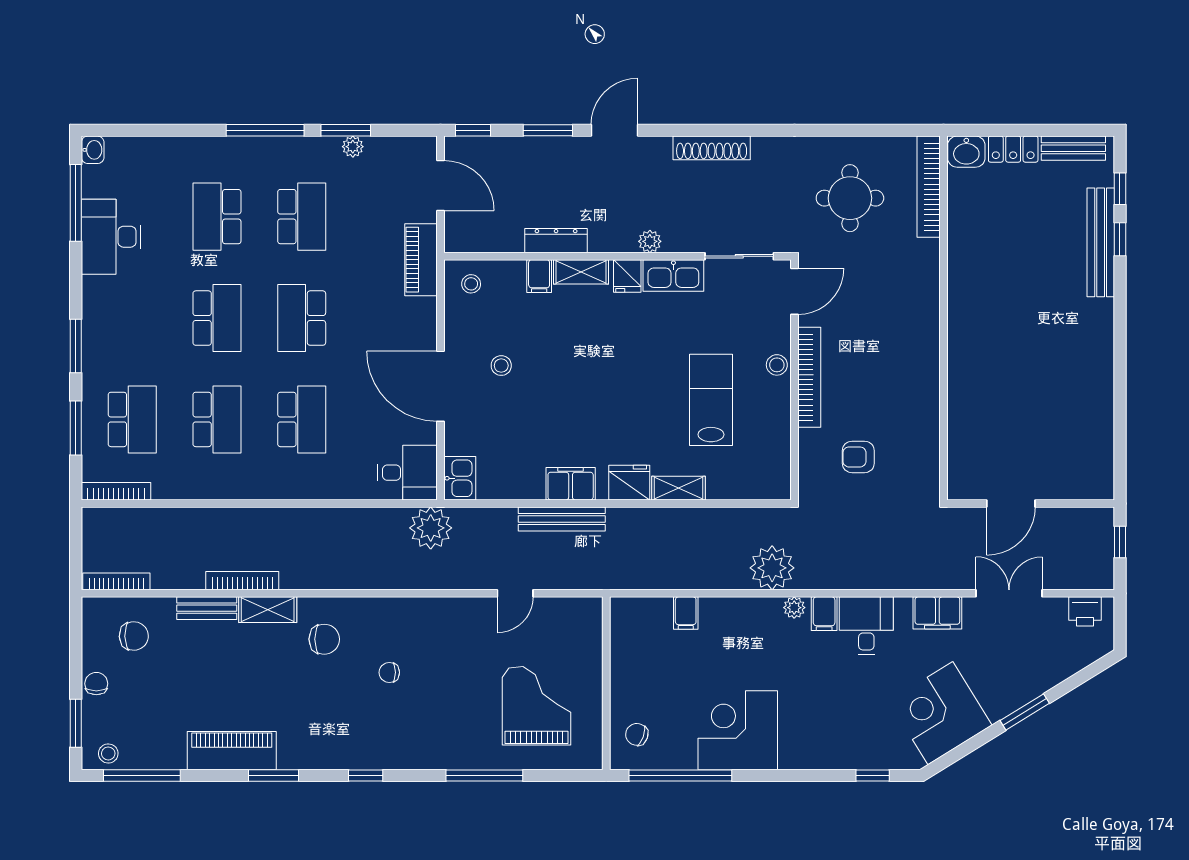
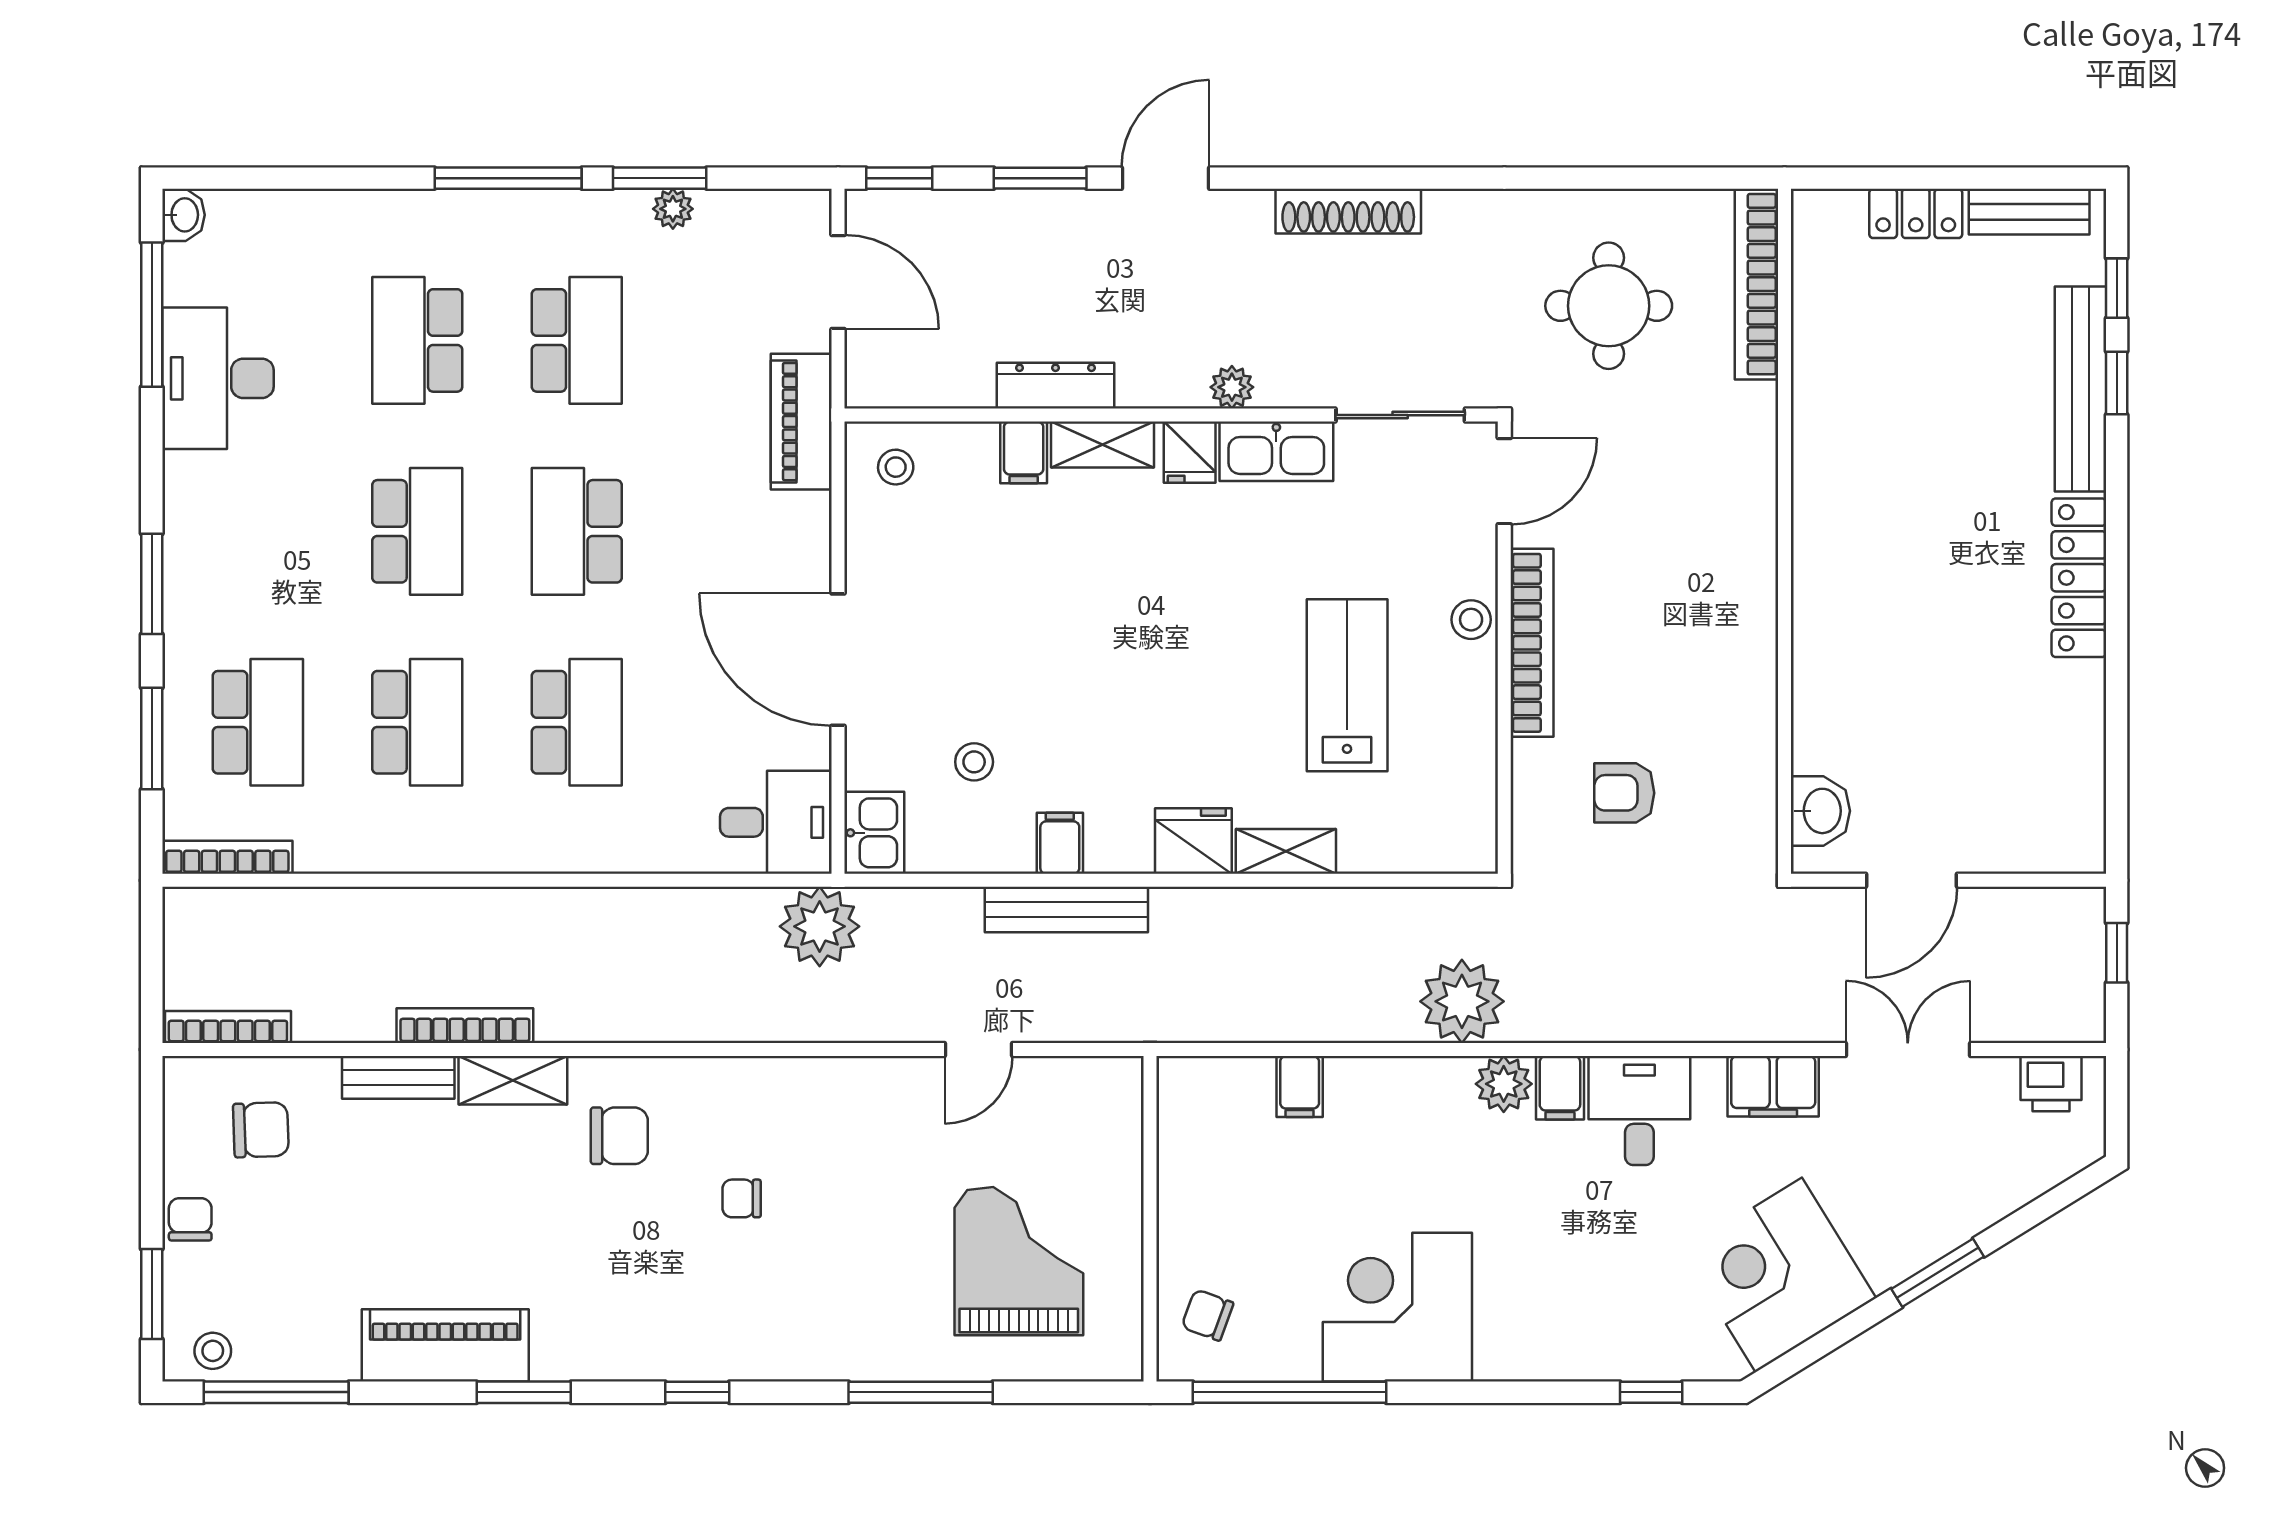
washbasin: (966, 152) -> (1820, 811), moved, turned -90
locker: (1100, 343) -> (2079, 578), added
stool: (501, 366) -> (974, 762), moved
filing cabinet: (571, 484) -> (1060, 843), width x0.50
plant: (794, 608) -> (1504, 1084), width x1.38, depth x1.38

